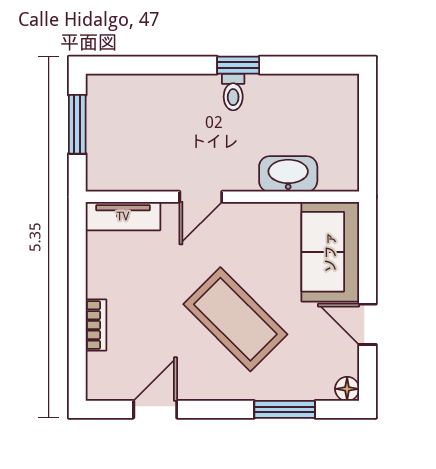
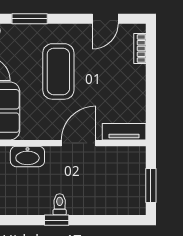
door: (201, 197) -> (79, 143), width x1.38
coffee table: (235, 319) -> (58, 71), turned 45
bookcase: (96, 325) -> (140, 49), moved

